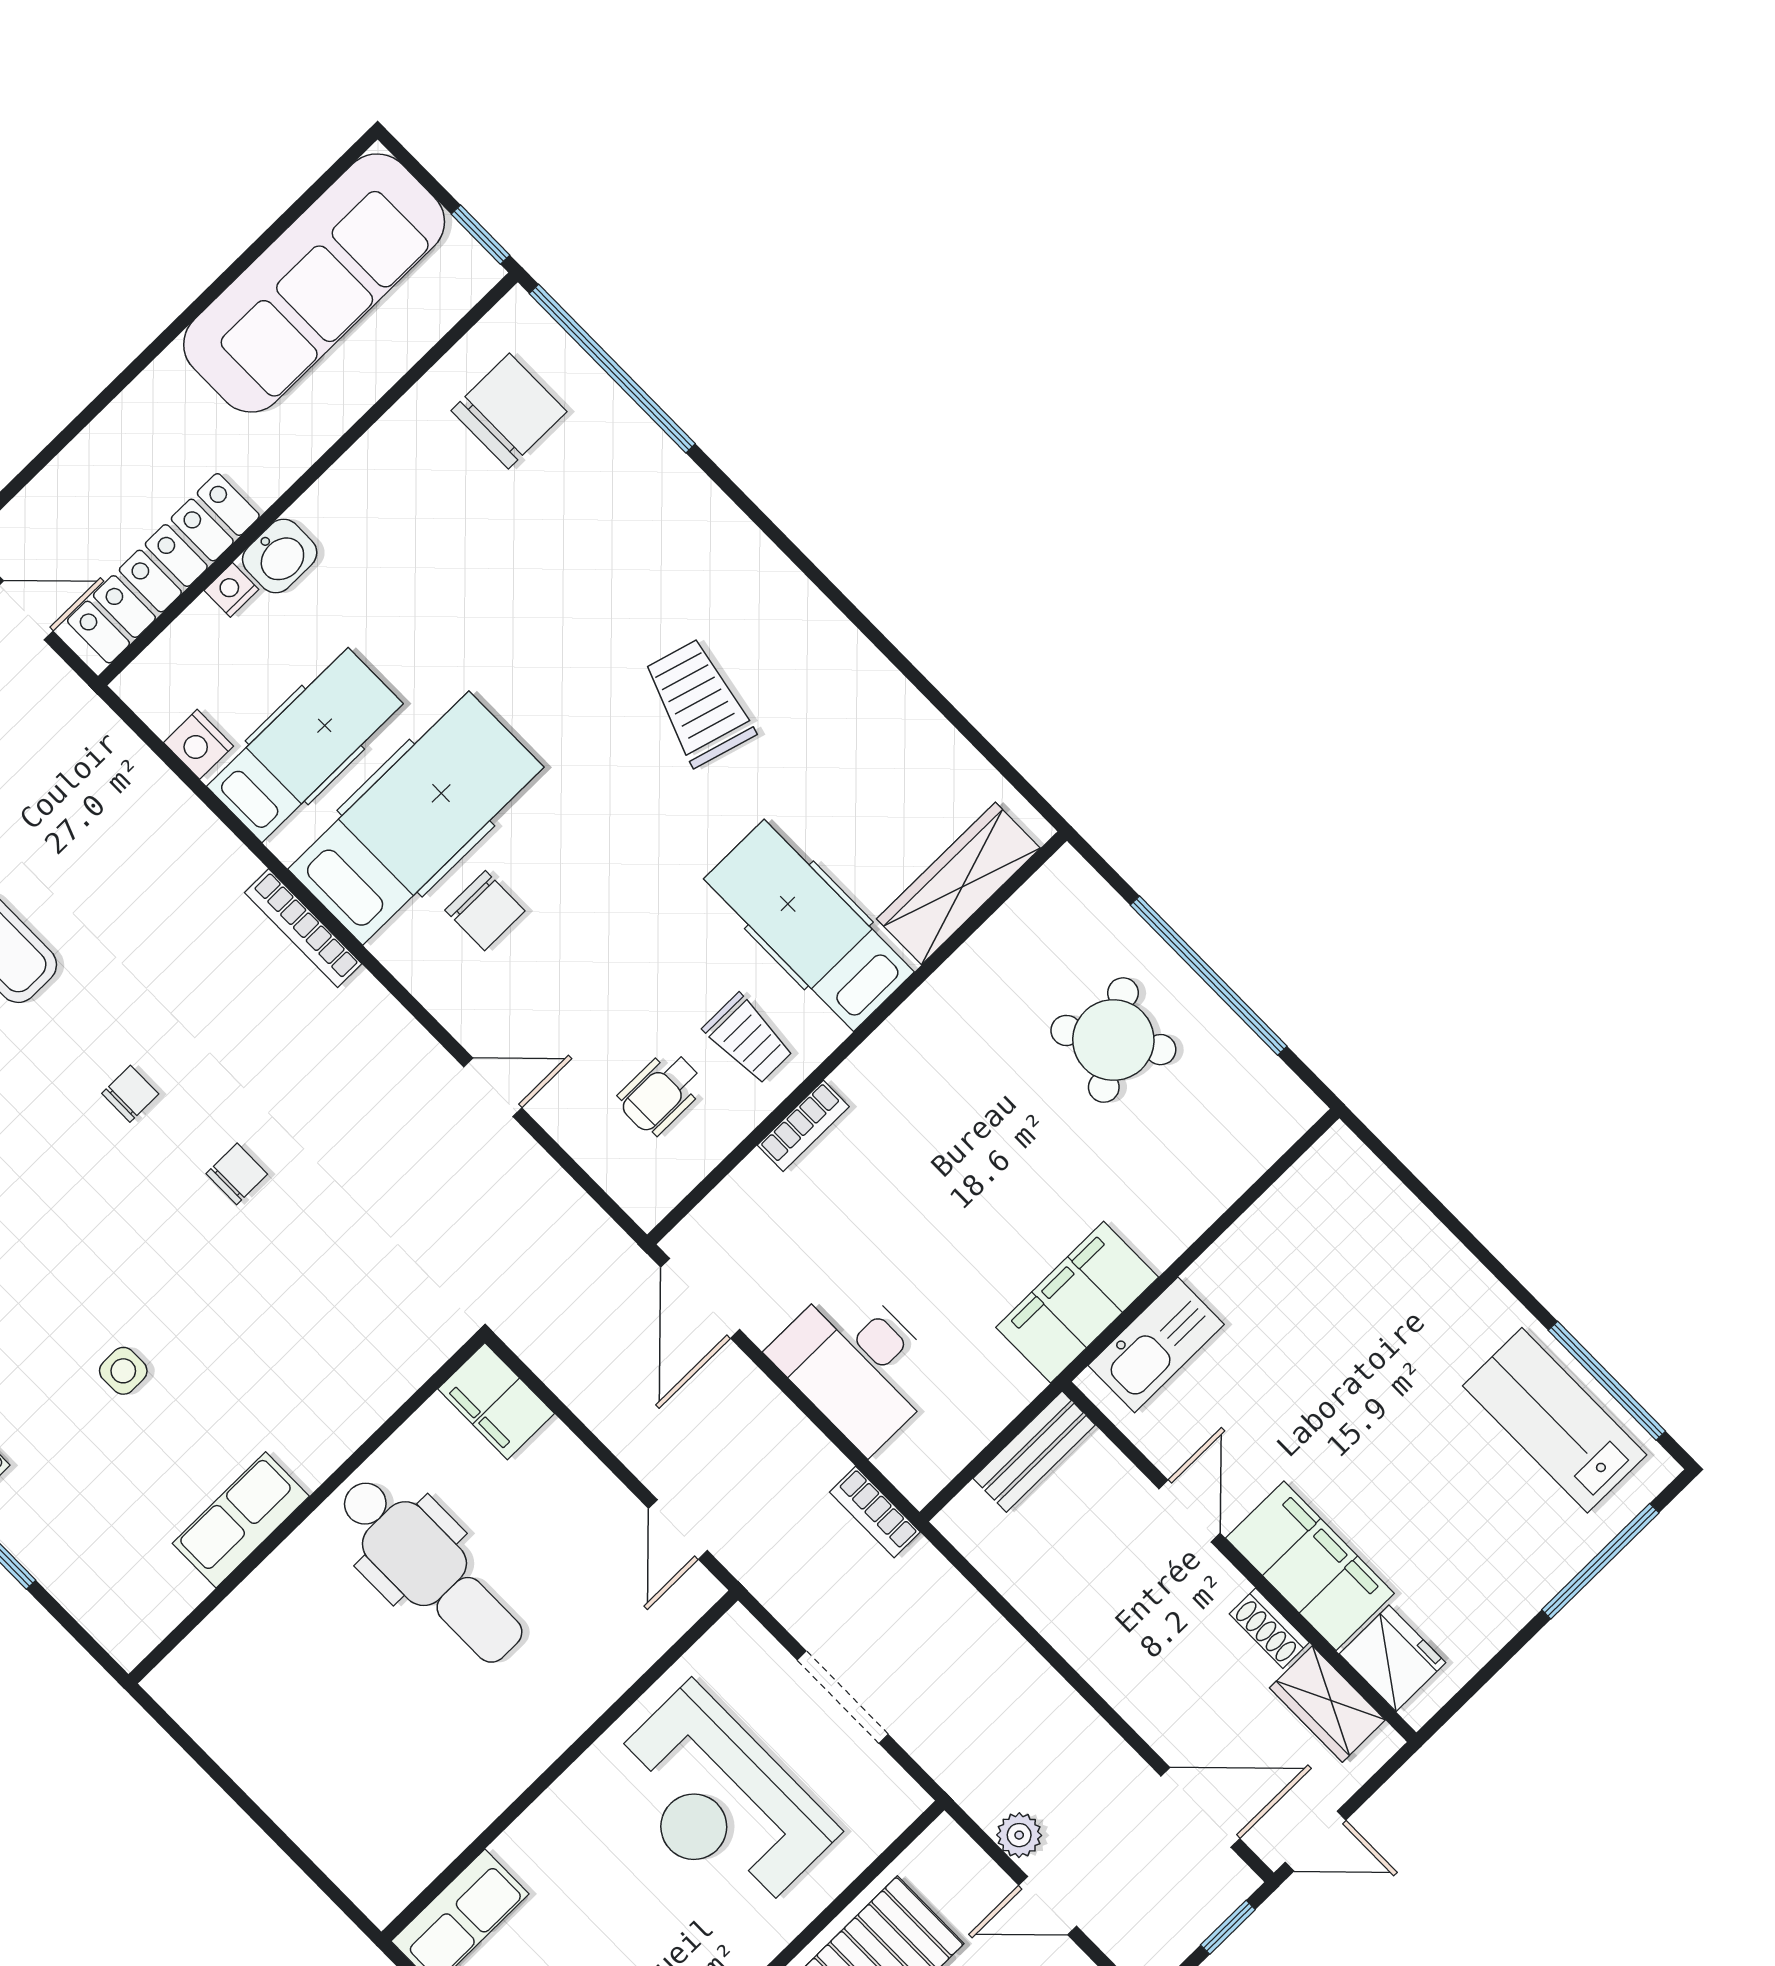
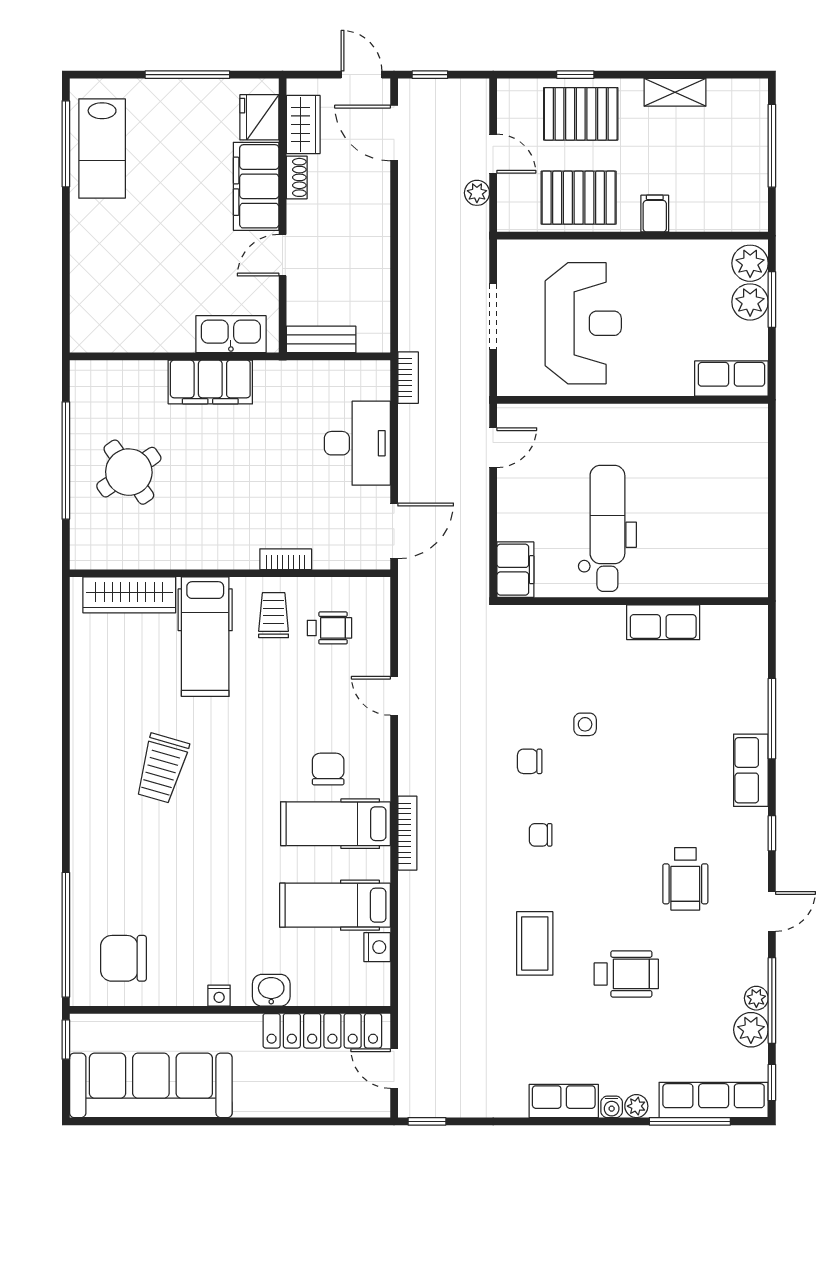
nightstand: (231, 590) -> (219, 996), moved
hospital bed: (416, 818) -> (335, 824), width x0.73, depth x0.78
filing cabinet: (1077, 1302) -> (210, 382), moved
side table: (123, 1371) -> (585, 724), moved
window: (1600, 1561) -> (187, 75), moved

